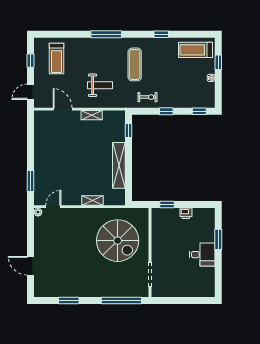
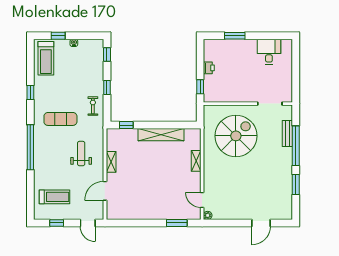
window: (106, 34) -> (30, 147), width x1.46
desk: (202, 255) -> (269, 52), moved
bench: (120, 292) -> (287, 133), added
window: (121, 300) -> (296, 146), moved

